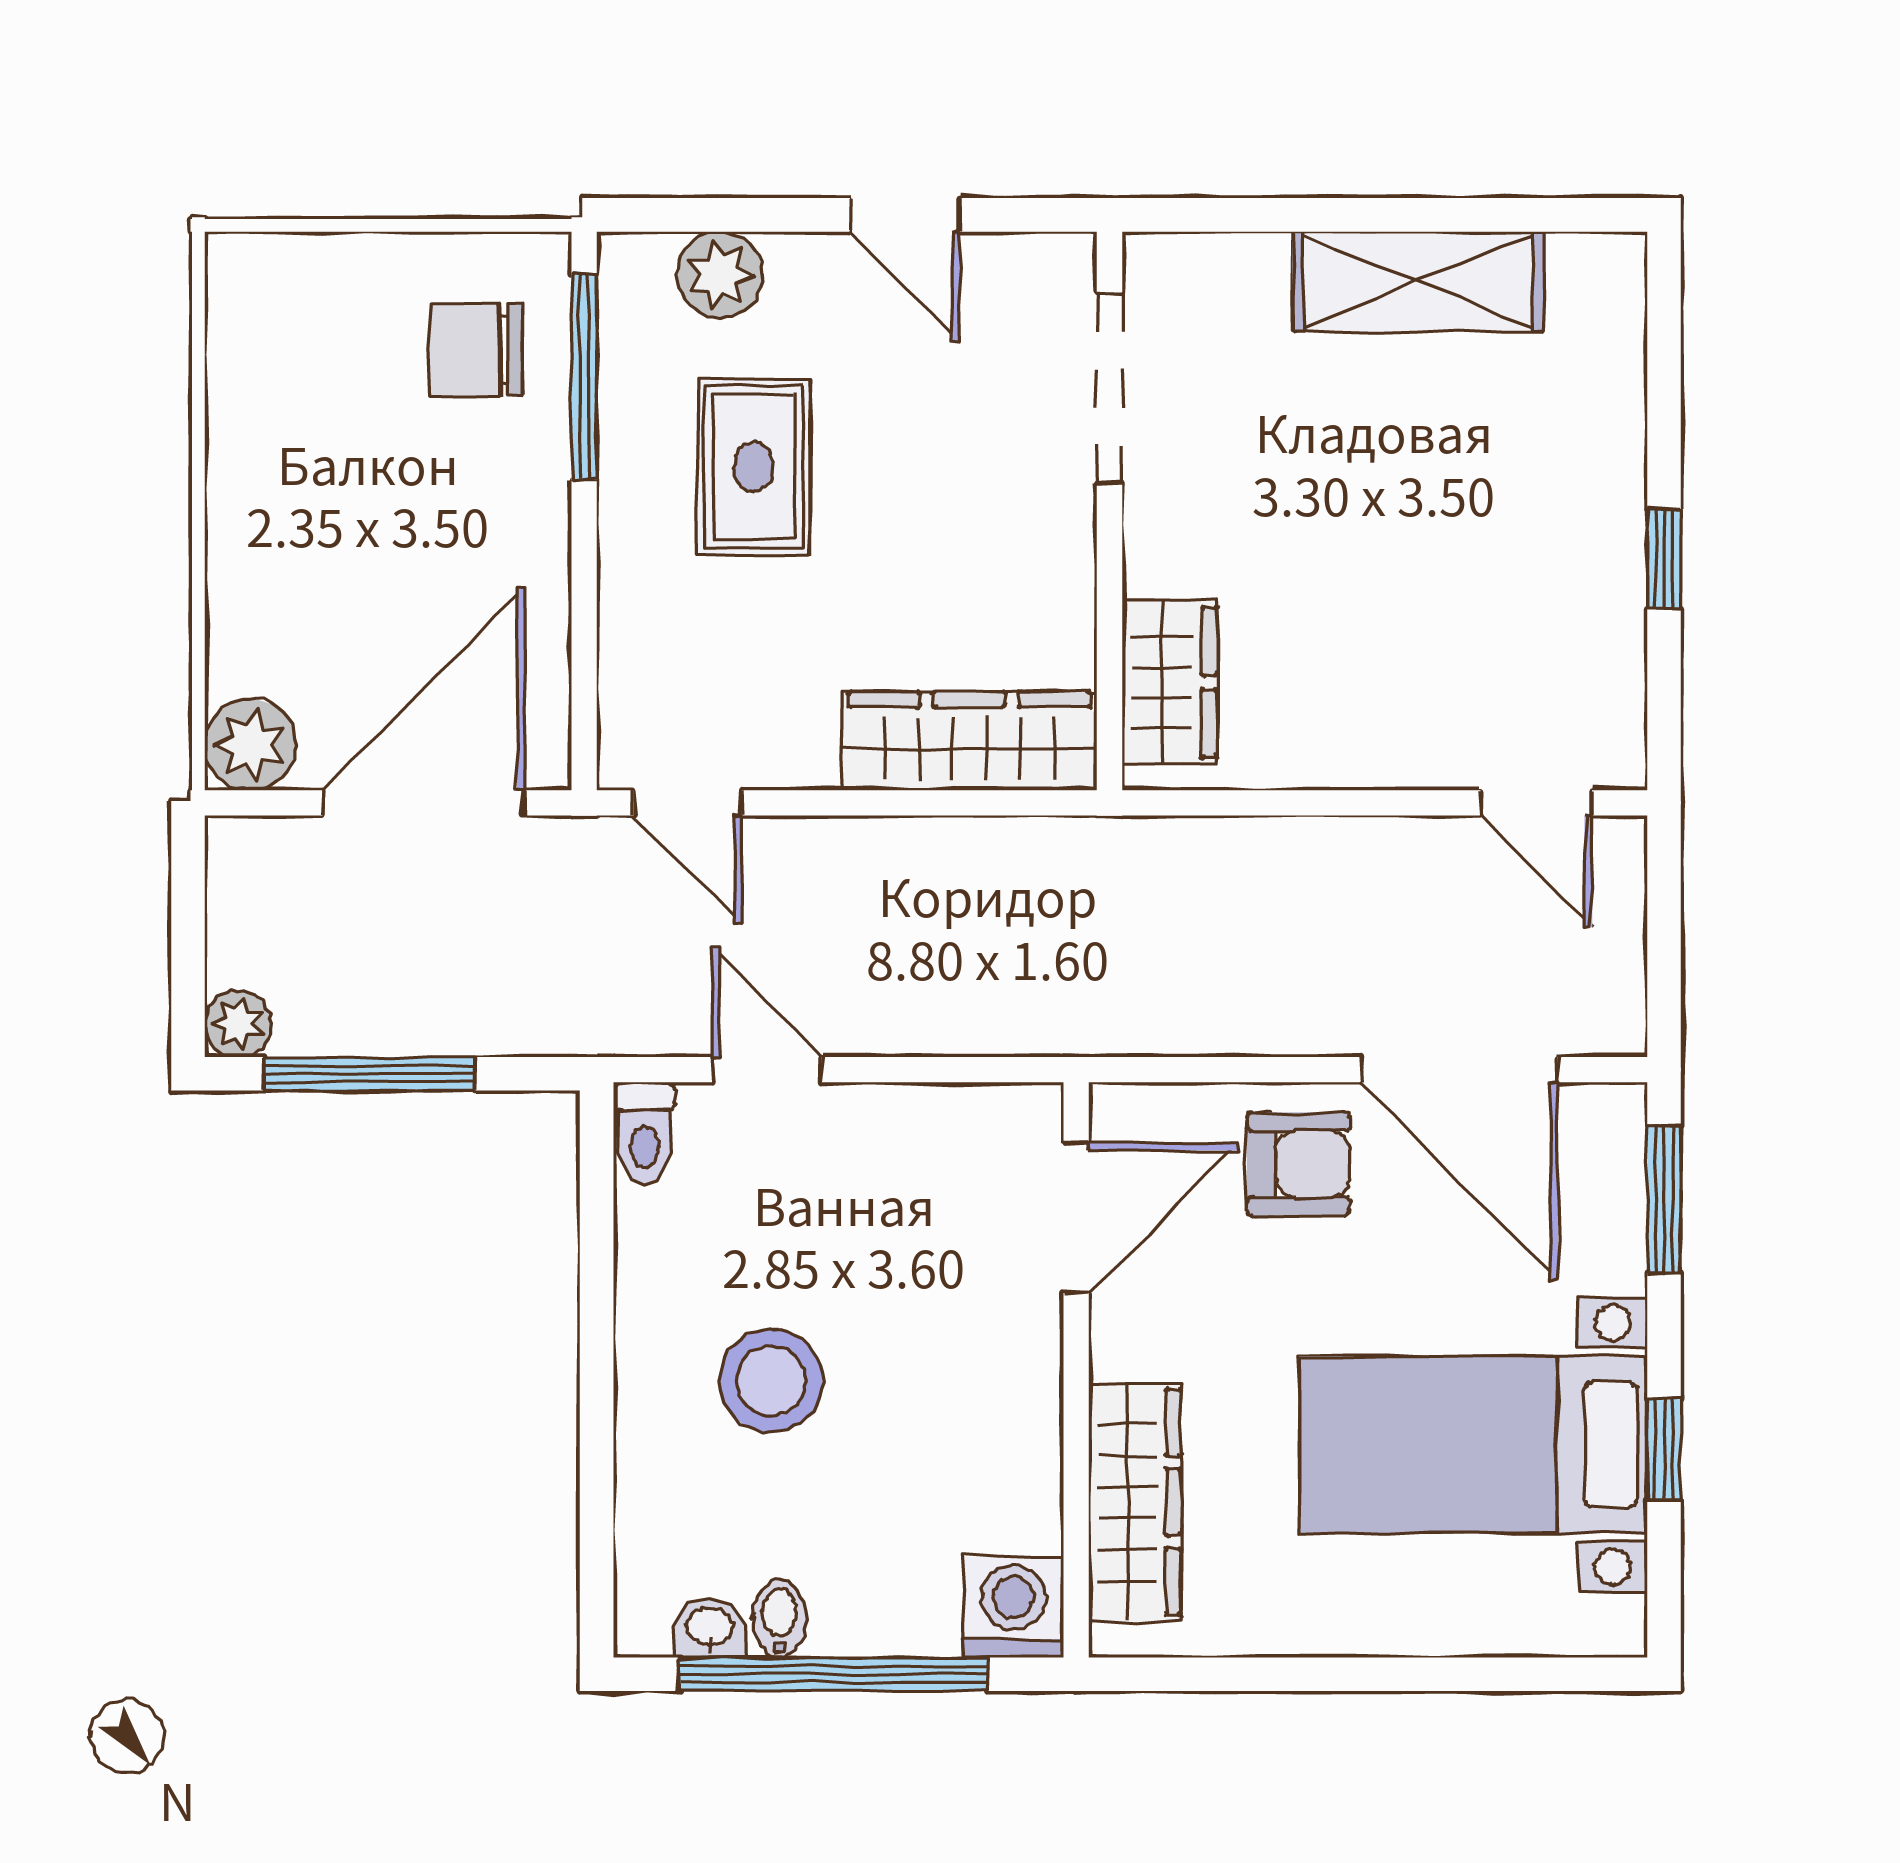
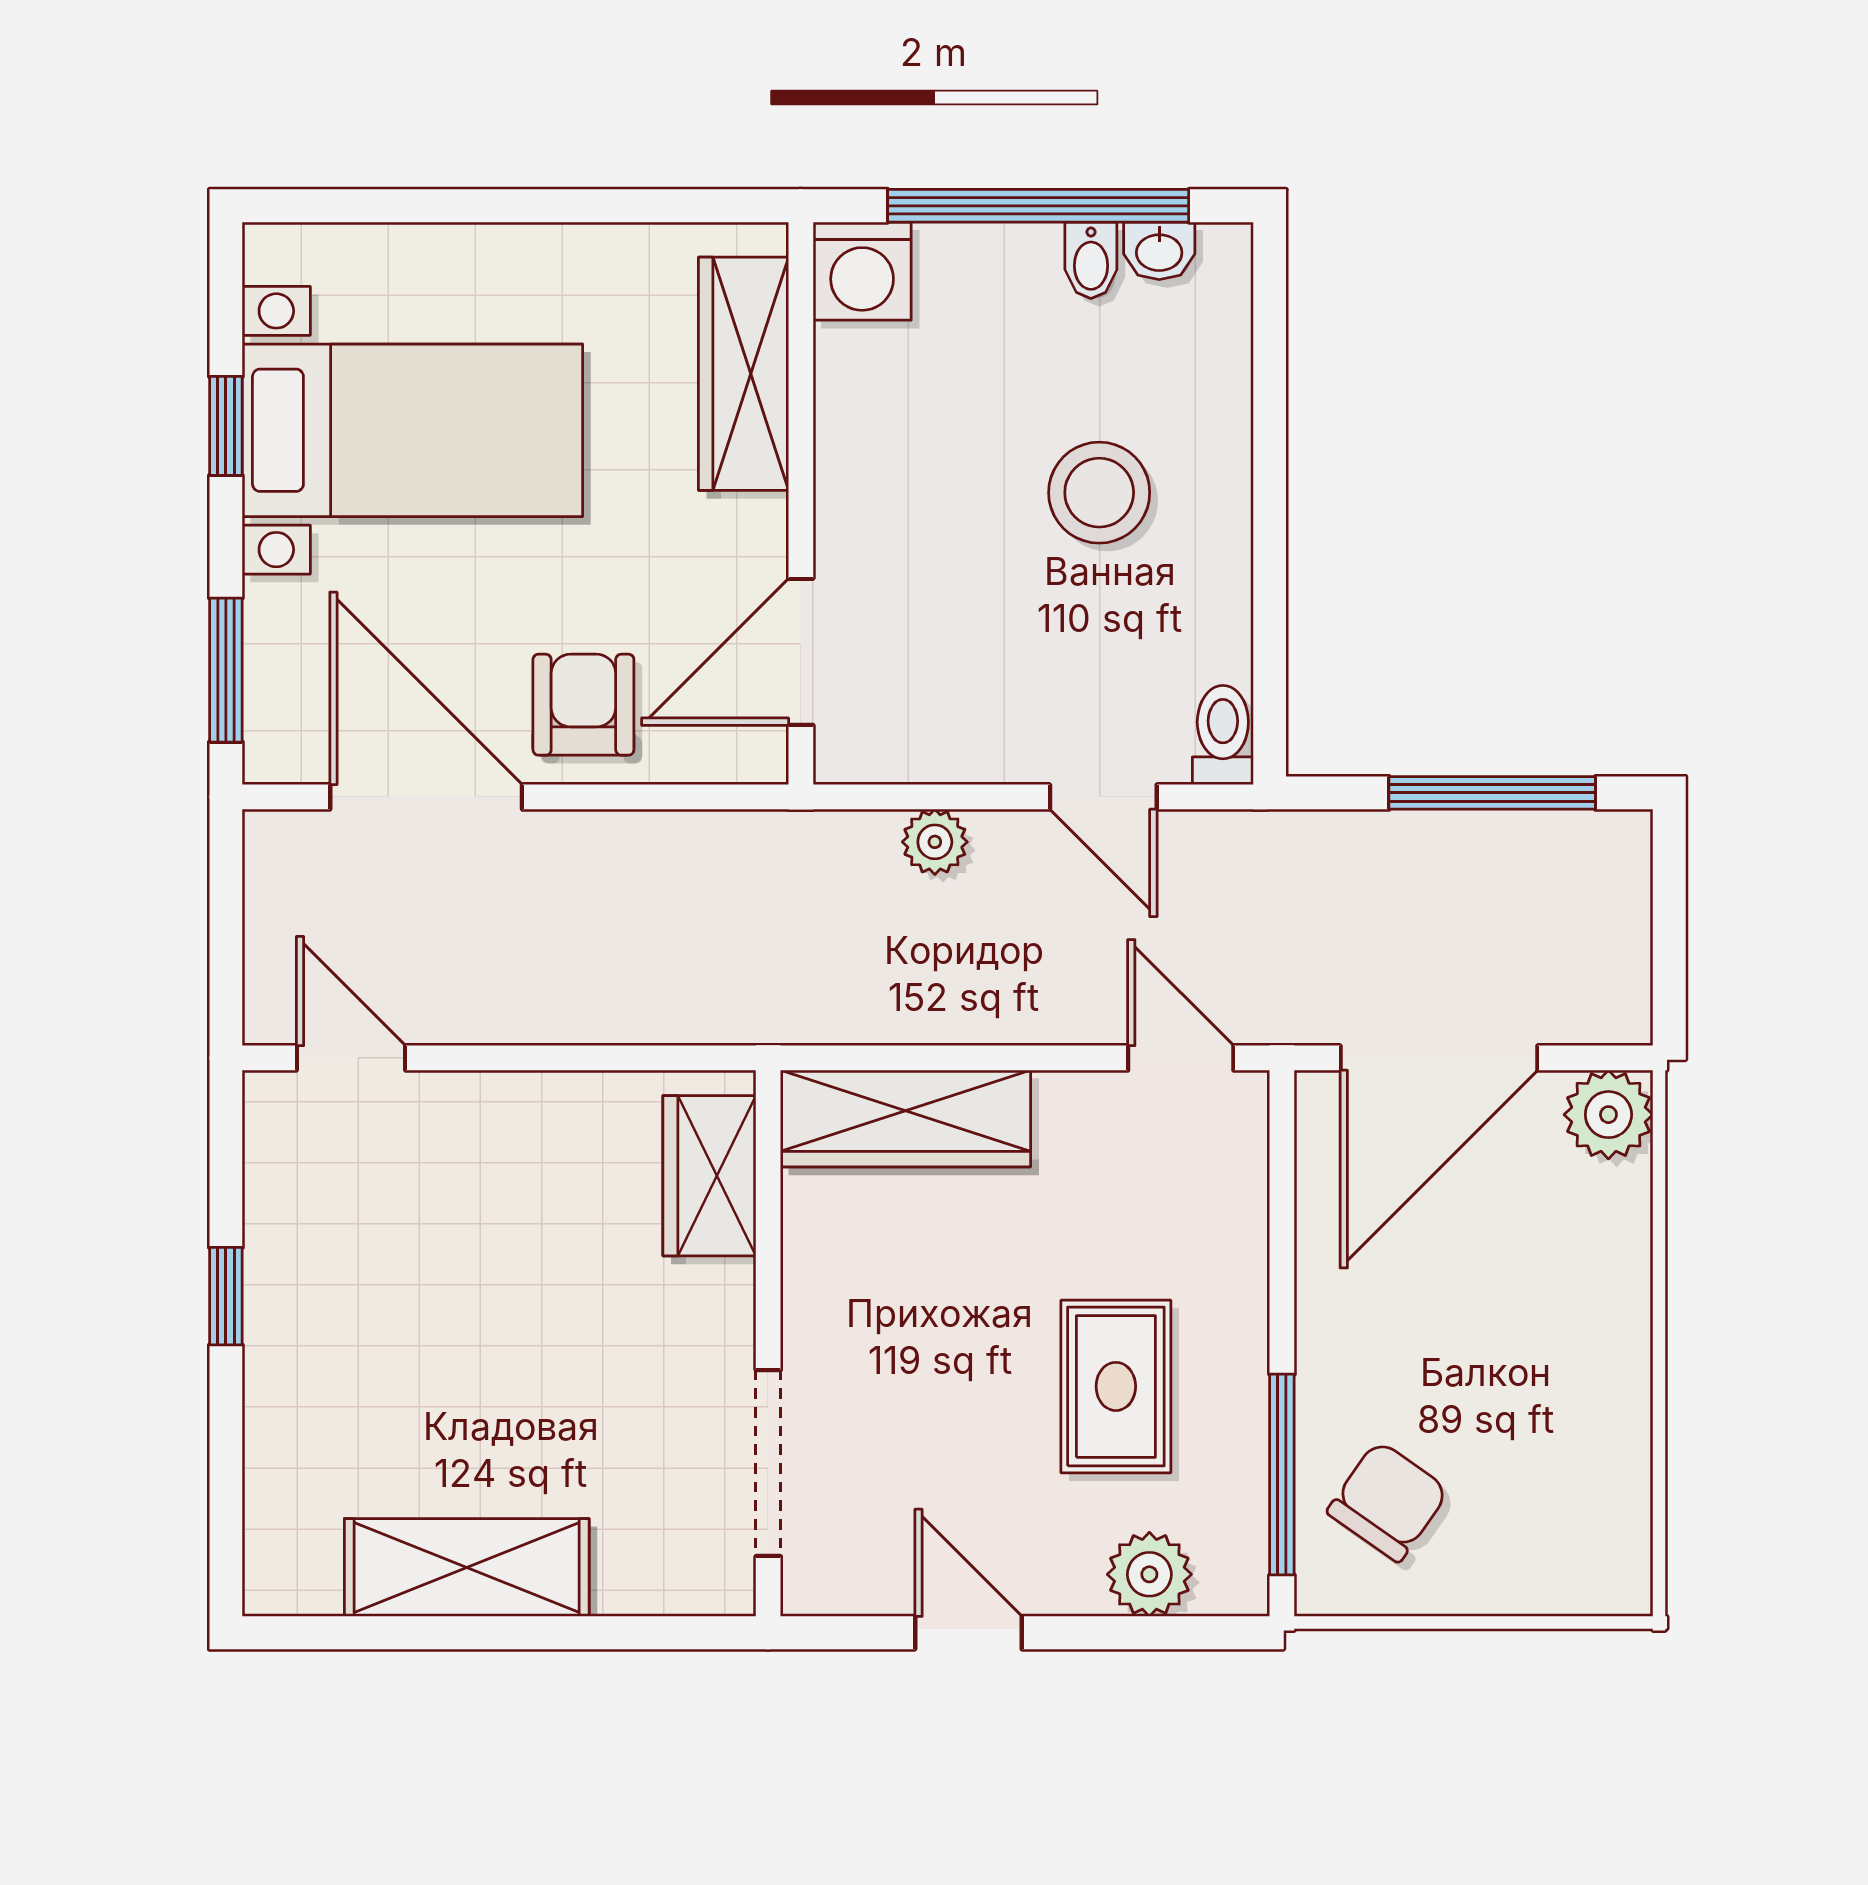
chair: (476, 349) -> (1388, 1501), turned -55
plant: (238, 1024) -> (935, 842), moved
armchair: (1298, 1164) -> (583, 705), turned 90

